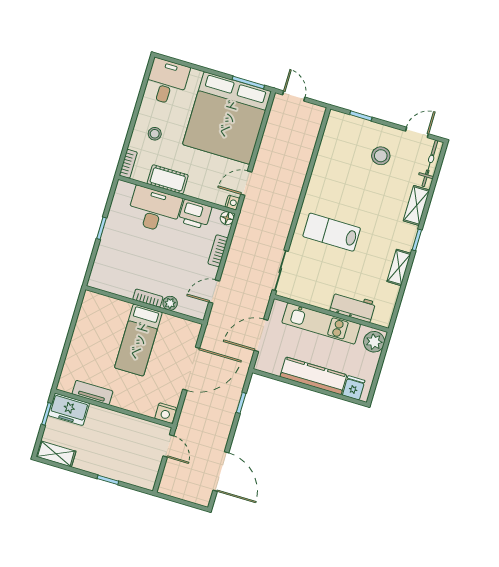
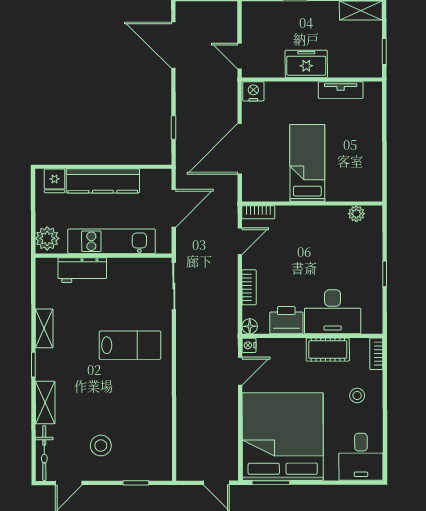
bookcase: (148, 298) -> (258, 212), moved
plant: (170, 303) -> (356, 214), moved
freezer: (69, 409) -> (306, 64), moved

